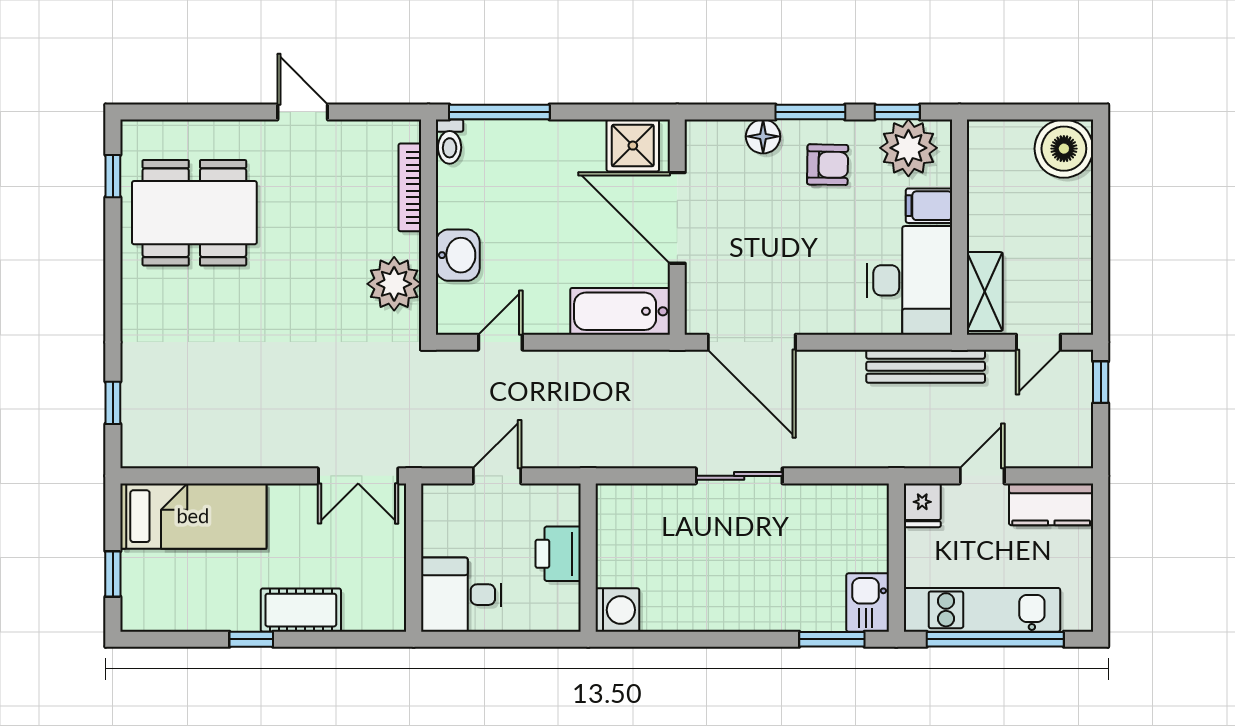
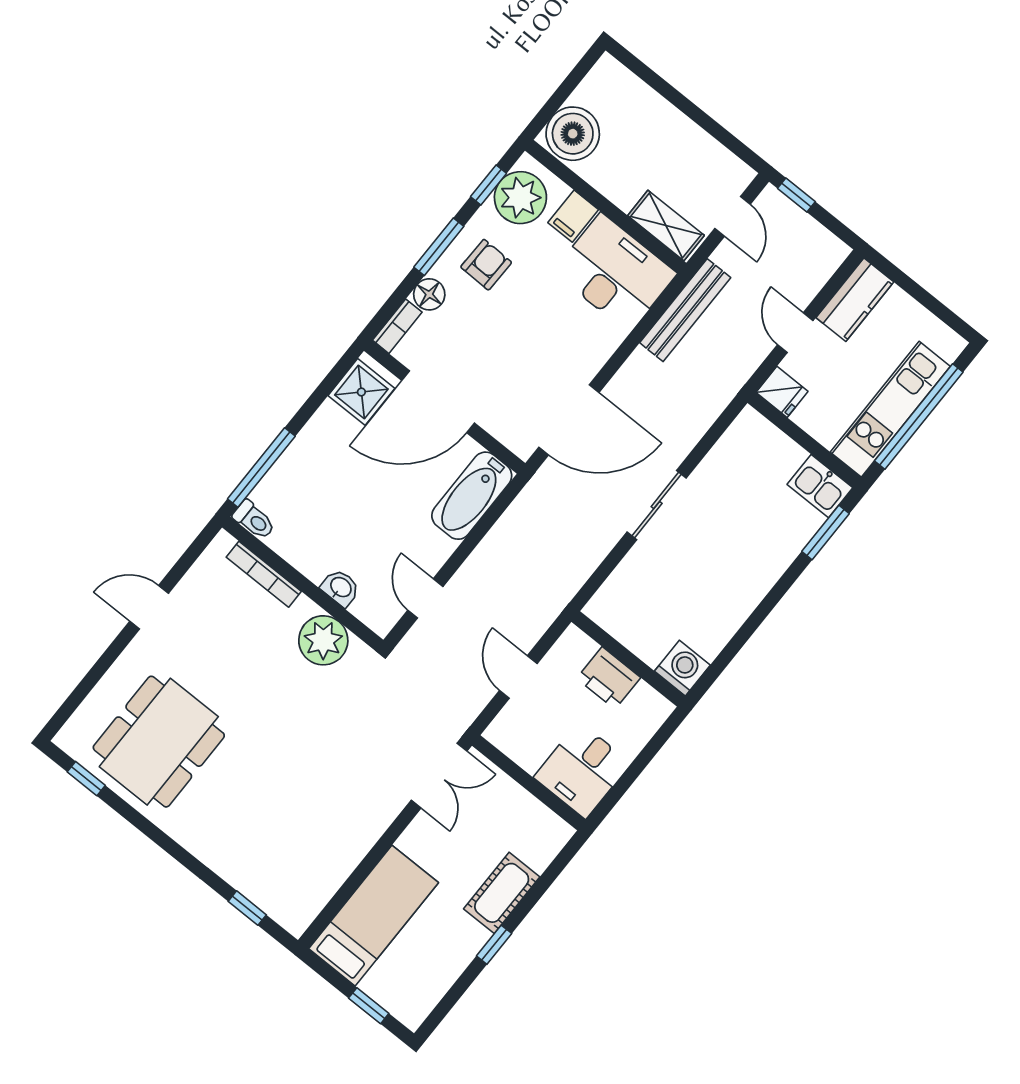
bookcase: (714, 131) -> (397, 326), added
boiler: (1064, 149) -> (573, 134), moved
washbasin: (458, 255) -> (340, 588), width x0.72, depth x0.69

